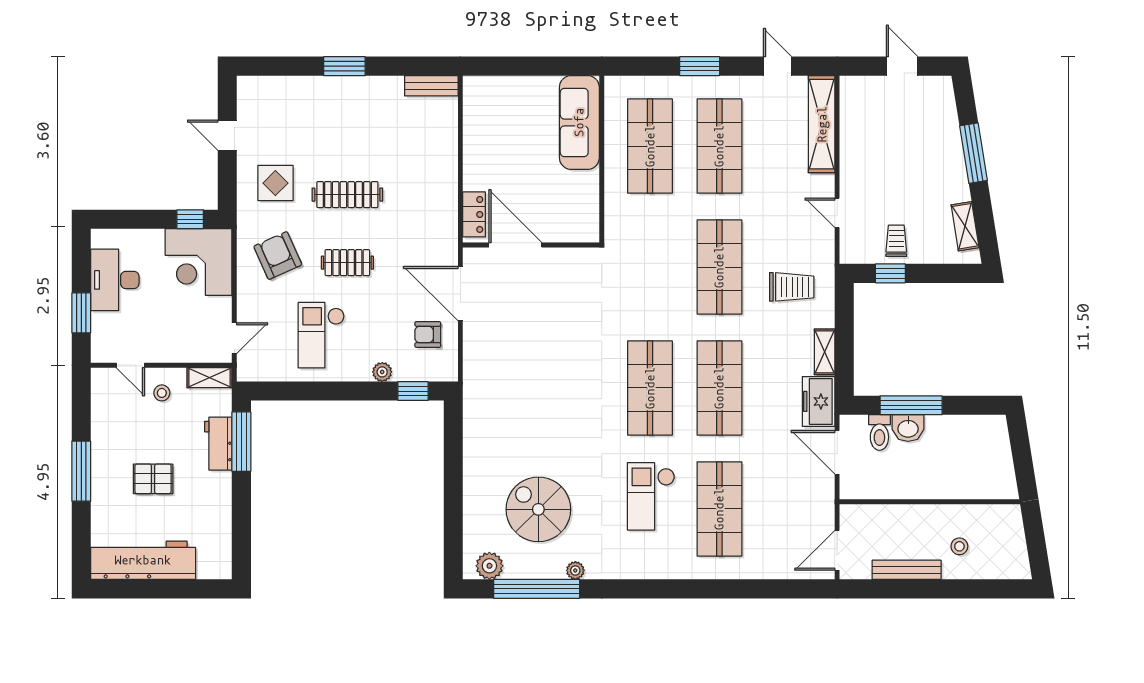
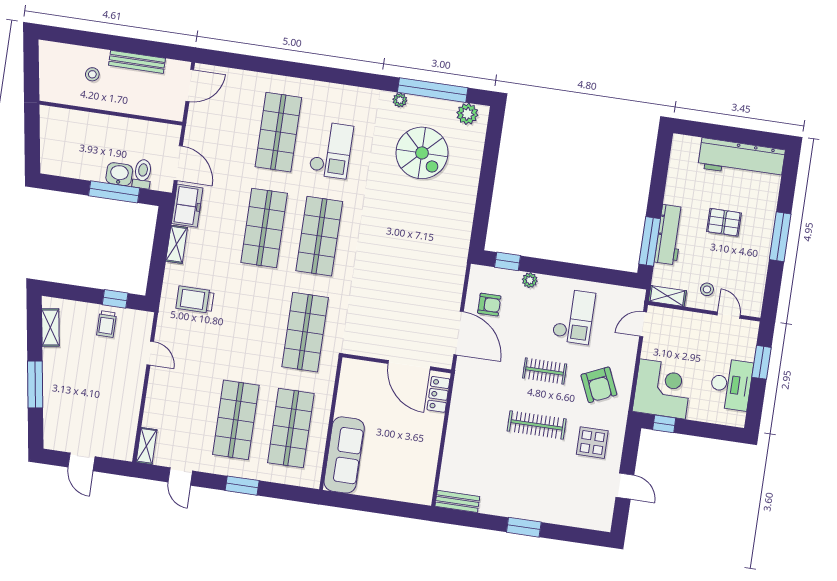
shelving: (822, 124) -> (147, 446), width x0.45, depth x0.75
shop shelf: (719, 267) -> (305, 332), moved
workbench: (218, 444) -> (669, 235), width x1.37

